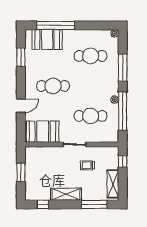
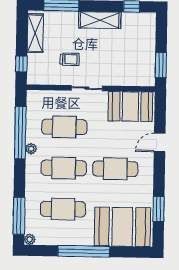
window: (55, 25) -> (84, 251), moved
booth: (47, 40) -> (122, 227), width x1.36, depth x1.42
window: (123, 68) -> (19, 216), moved
cafe table: (91, 86) -> (64, 168), added
window: (21, 172) -> (161, 65), moved

